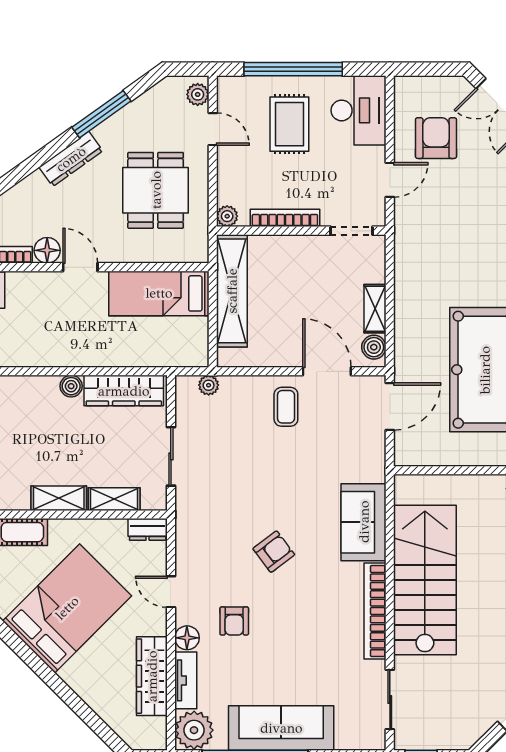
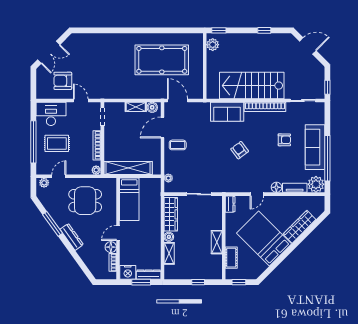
shelving: (114, 499) -> (169, 253), moved
armchair: (234, 621) -> (284, 140), moved
wardrobe: (152, 676) -> (299, 227), moved, turned 135

